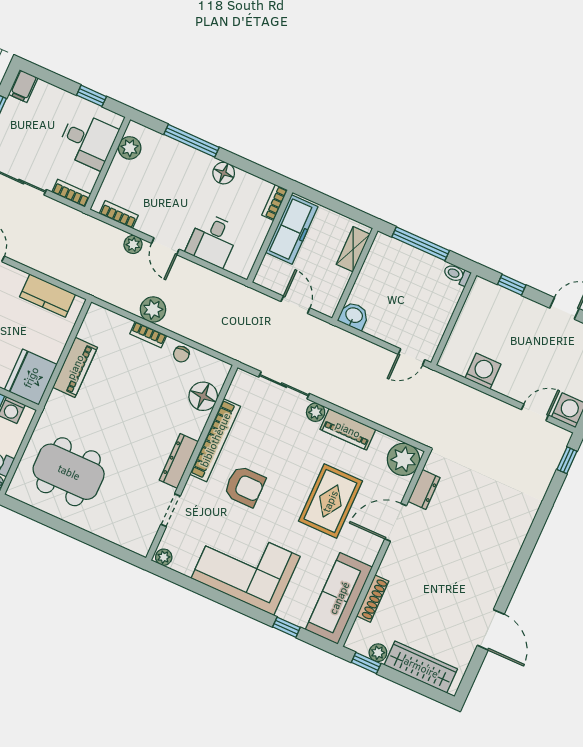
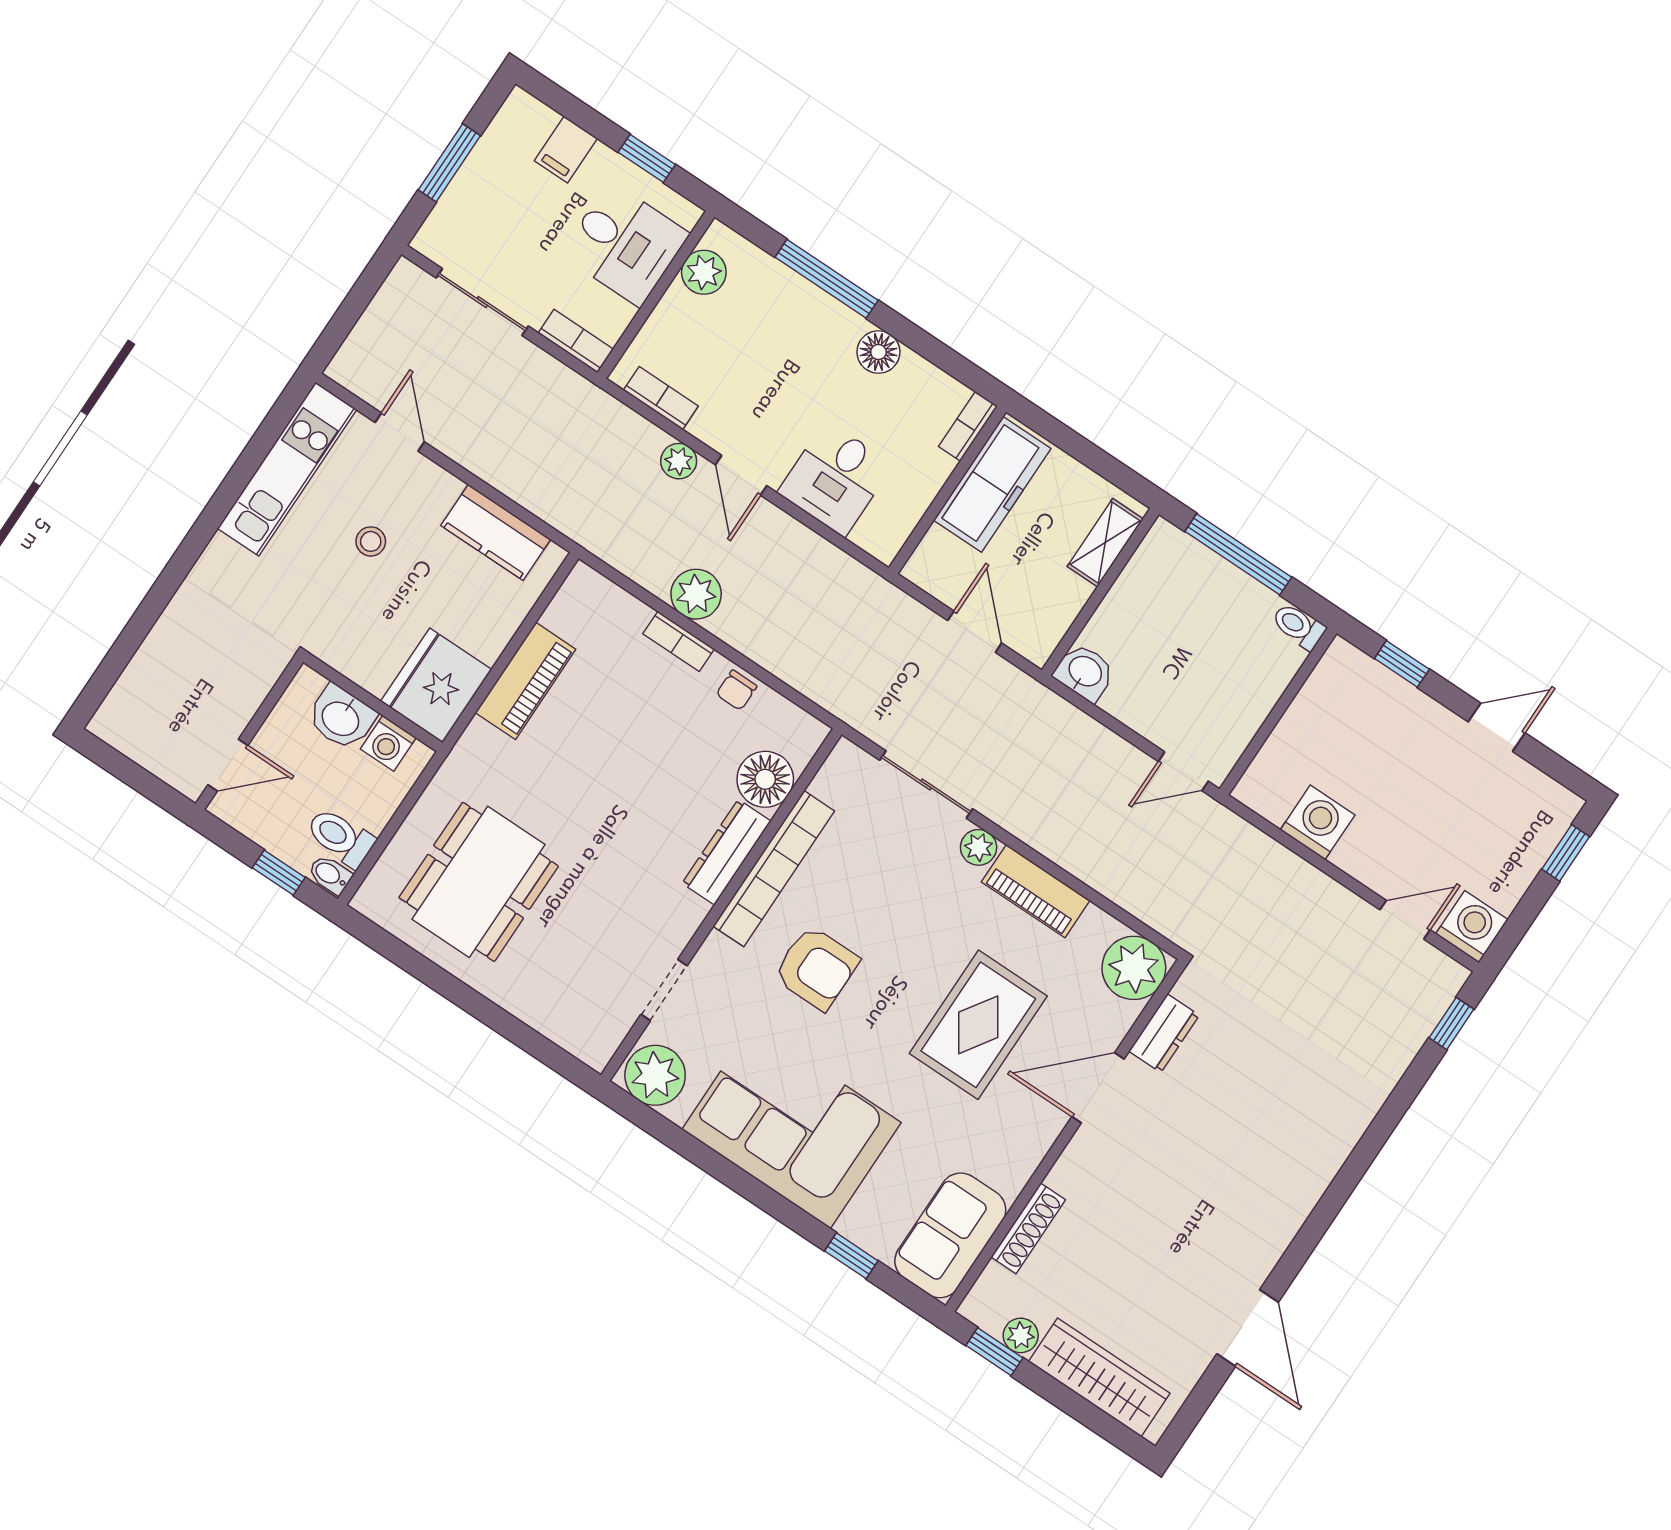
filing cabinet: (23, 86) -> (566, 149), moved
dresser: (179, 461) -> (726, 852), moved
dining table: (69, 472) -> (479, 882), turned 90
plant: (164, 557) -> (655, 1075), width x1.88, depth x1.88
sofa: (339, 598) -> (950, 1235), width x0.73

